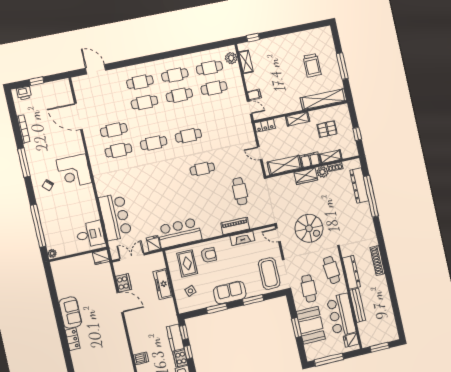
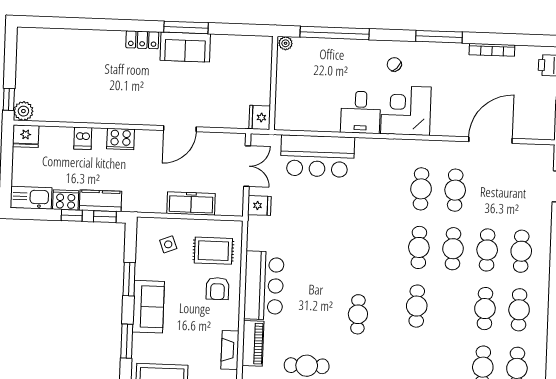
cafe table: (149, 123) -> (453, 249), added
bar counter: (179, 233) -> (264, 286), moved
desk: (90, 234) -> (361, 112), moved
cooker: (124, 283) -> (121, 139), moved
window: (58, 315) -> (186, 27), added

